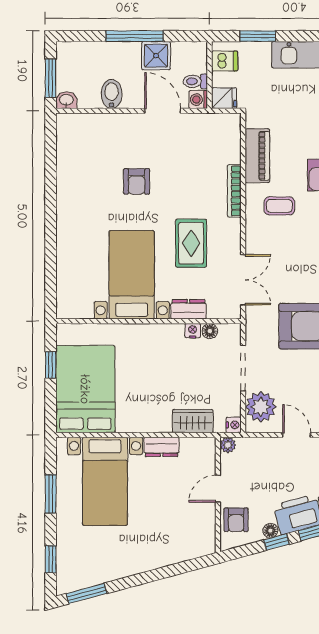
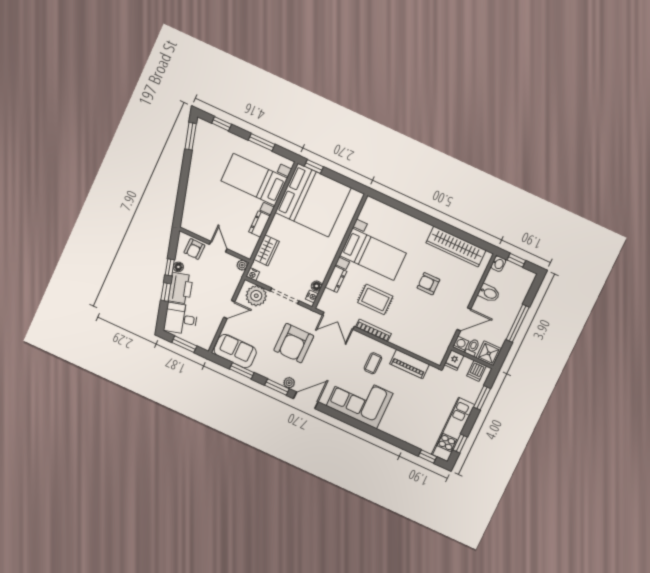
shower: (156, 56) -> (489, 353), moved
window: (51, 78) -> (516, 260), width x0.67
wardrobe: (70, 168) -> (456, 247), added
bookcase: (234, 191) -> (373, 330), moved
nightstand: (193, 331) -> (312, 297), moved
window: (51, 365) -> (314, 167), moved
bed: (85, 389) -> (313, 200), width x1.36
armchair: (236, 520) -> (194, 249), turned -89

